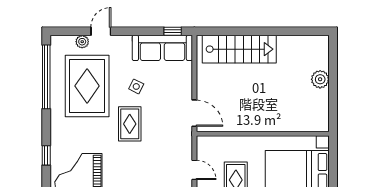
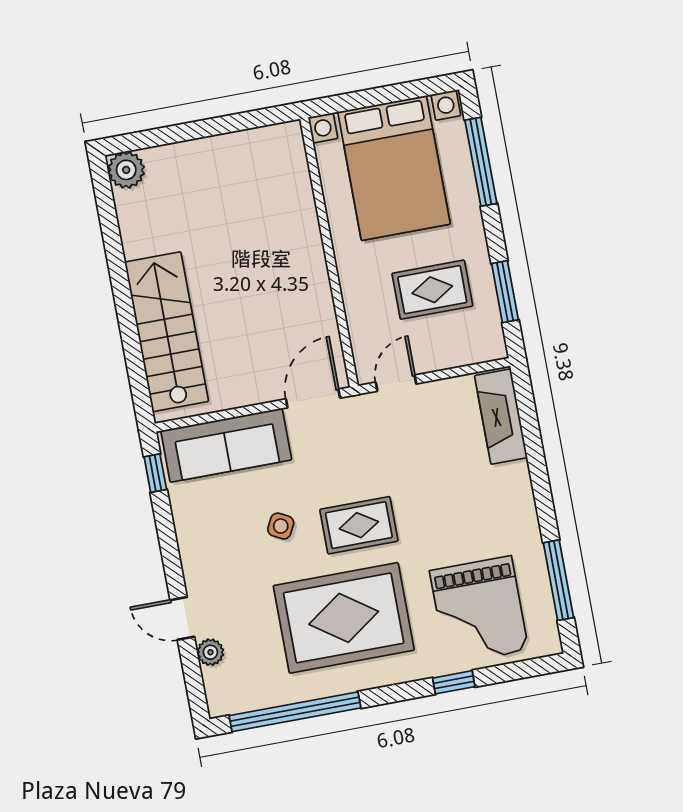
sofa: (162, 48) -> (226, 445), moved, turned 90
plant: (320, 79) -> (126, 170), moved
rug: (87, 86) -> (344, 618), moved
door: (194, 170) -> (396, 383), moved

